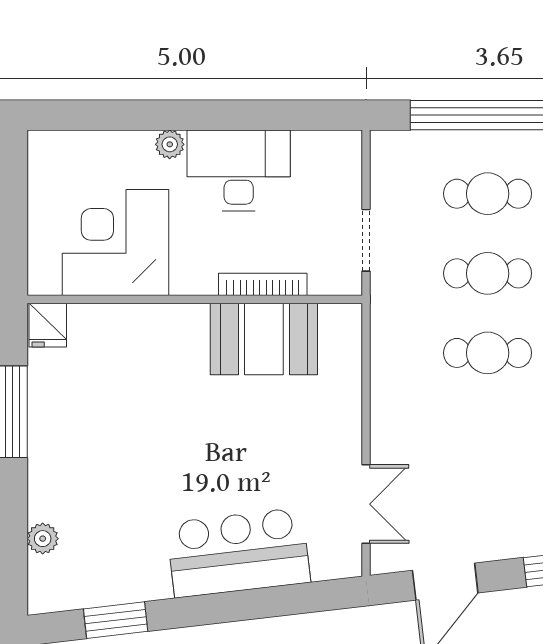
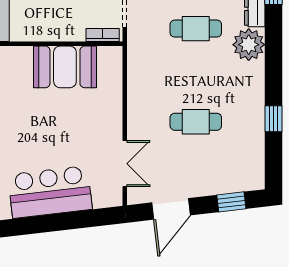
bookcase: (263, 284) -> (103, 35), moved, width x0.64
cafe table: (488, 353) -> (196, 122), moved

